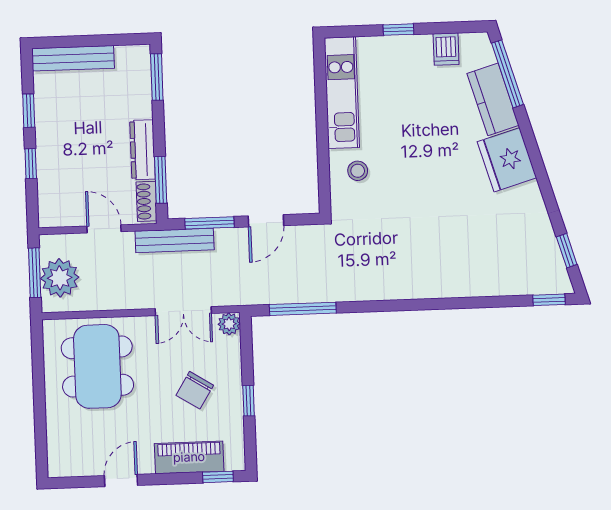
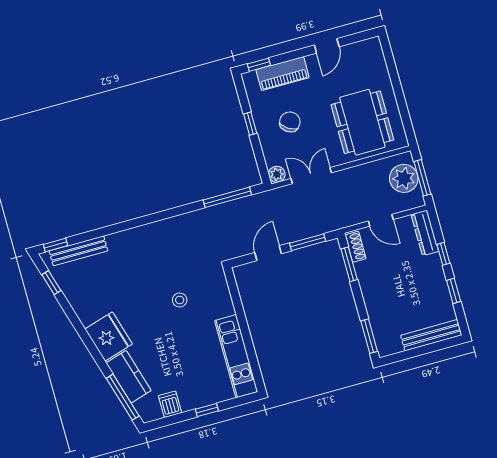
dresser: (142, 150) -> (425, 233), moved, turned 180
stool: (358, 171) -> (180, 300), moved
bench: (175, 240) -> (78, 251), moved

